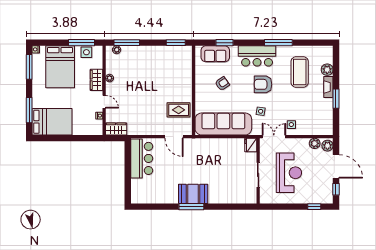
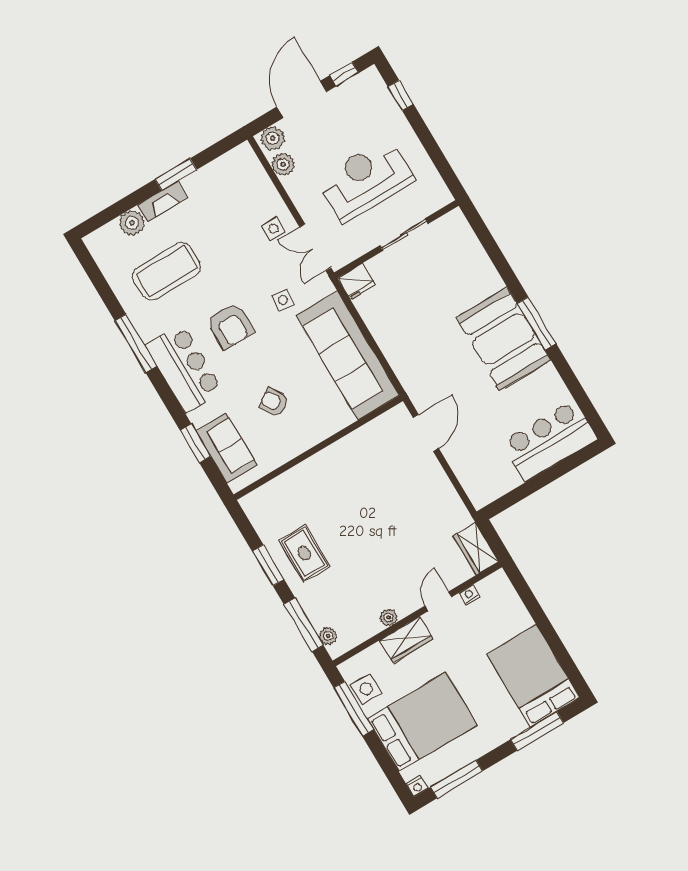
window: (176, 43) -> (268, 565), moved
rug: (179, 110) -> (304, 553), moved
bar counter: (142, 158) -> (549, 441), moved
booth: (193, 194) -> (503, 339), width x1.36, depth x1.42

